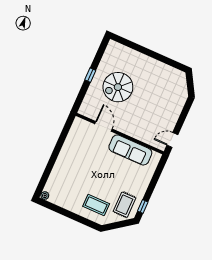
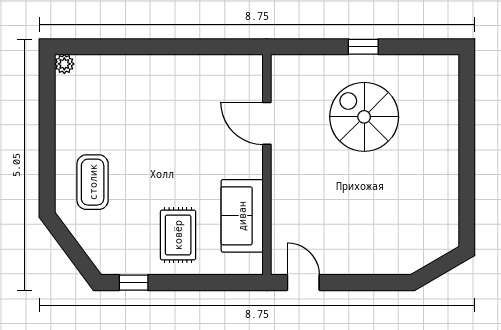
door: (104, 126) -> (267, 123), swing flipped
sofa: (130, 150) -> (242, 216), width x0.73
rug: (124, 205) -> (178, 235), moved, turned 90

